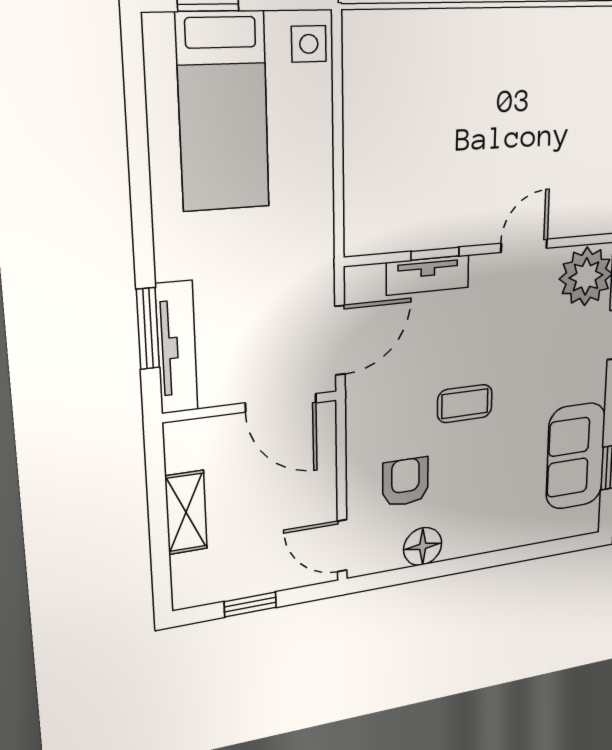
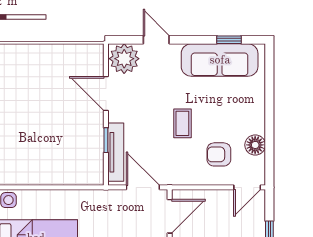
door: (524, 246) -> (106, 94), width x1.38
tv unit: (428, 275) -> (116, 152), width x1.41
sofa: (576, 456) -> (220, 60), width x1.36

